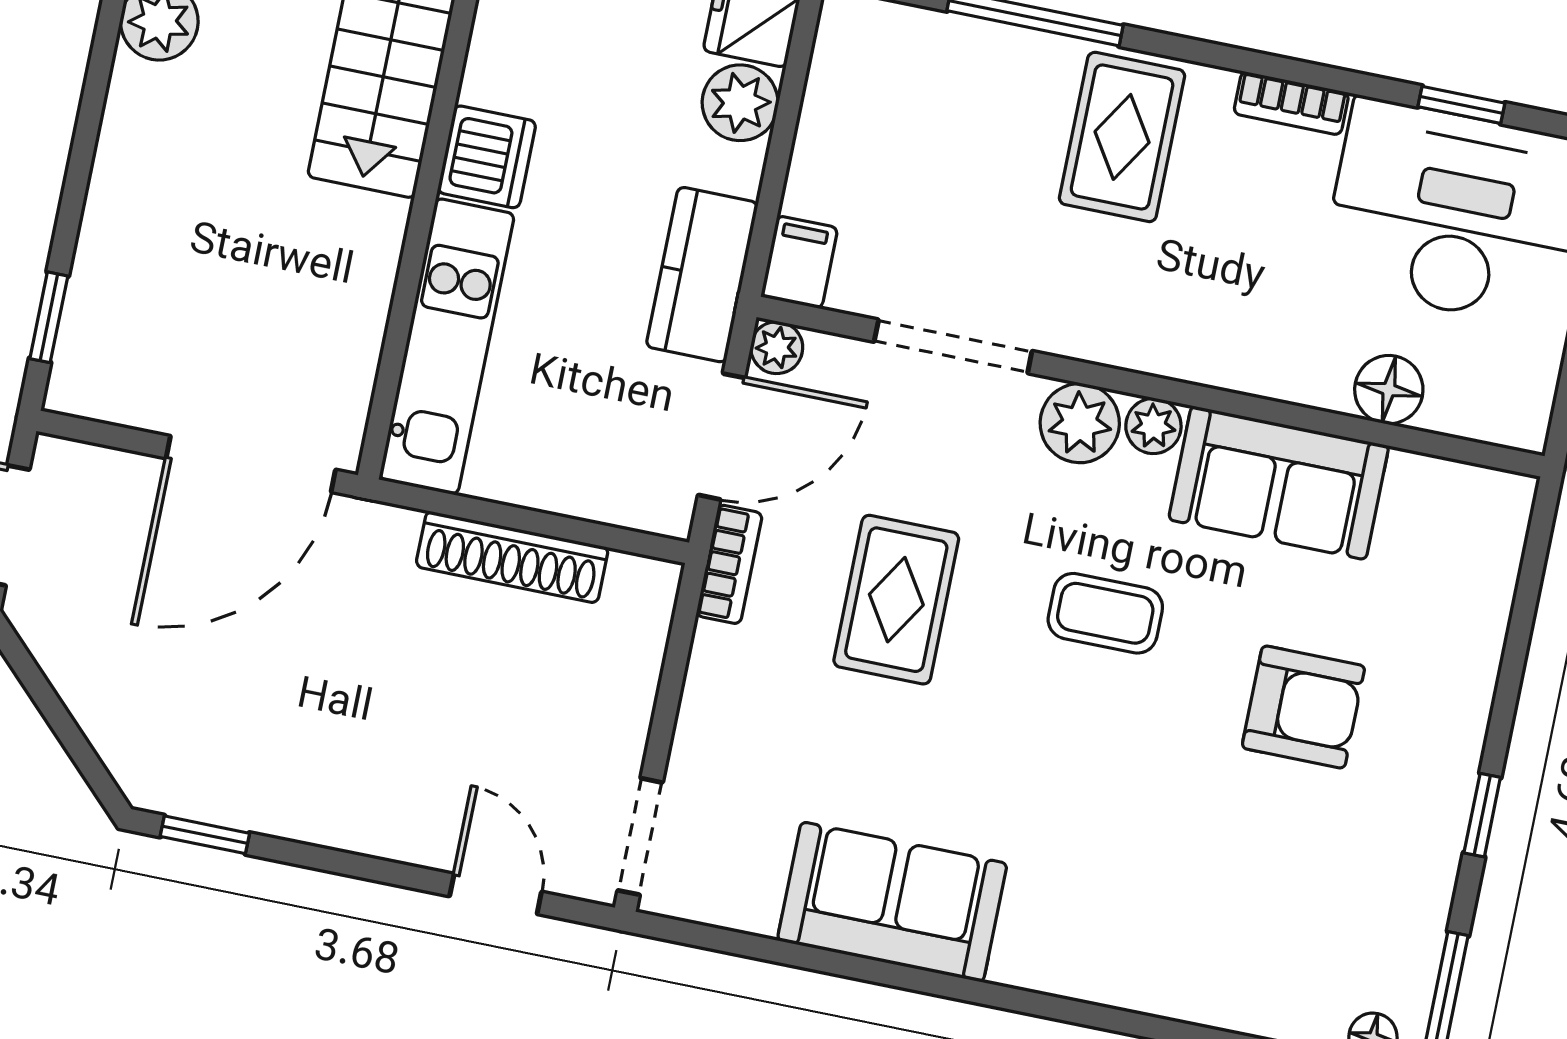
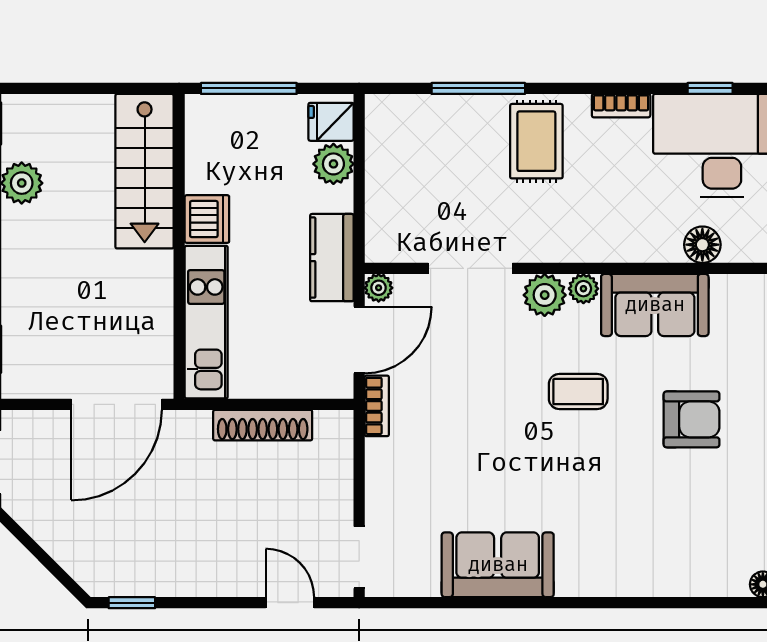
filing cabinet: (799, 262) -> (381, 241), removed
rug: (896, 600) -> (468, 407), removed

